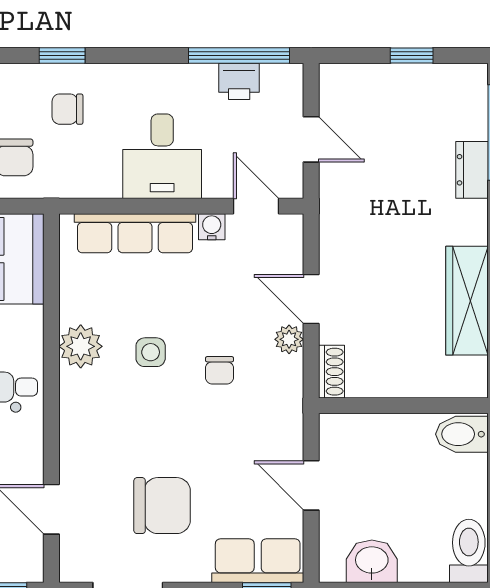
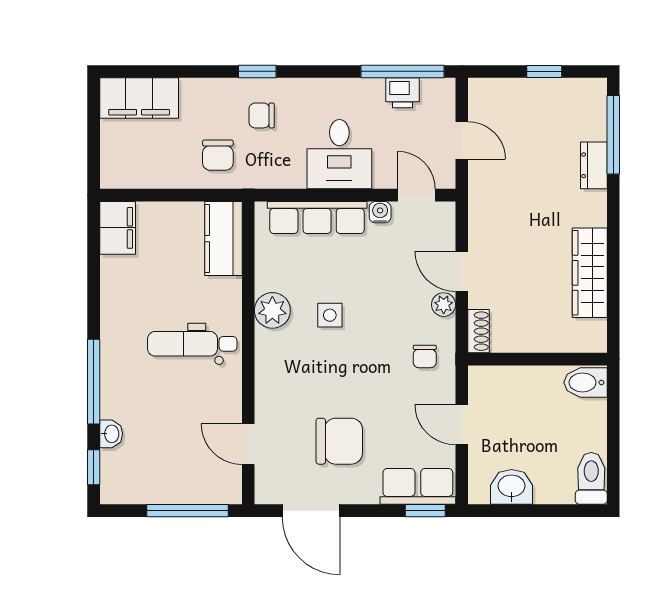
chair: (220, 370) -> (425, 356), moved

